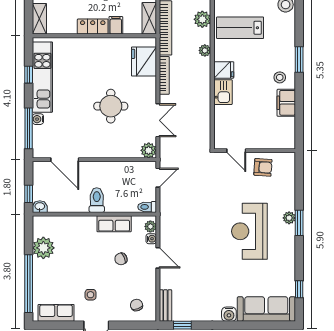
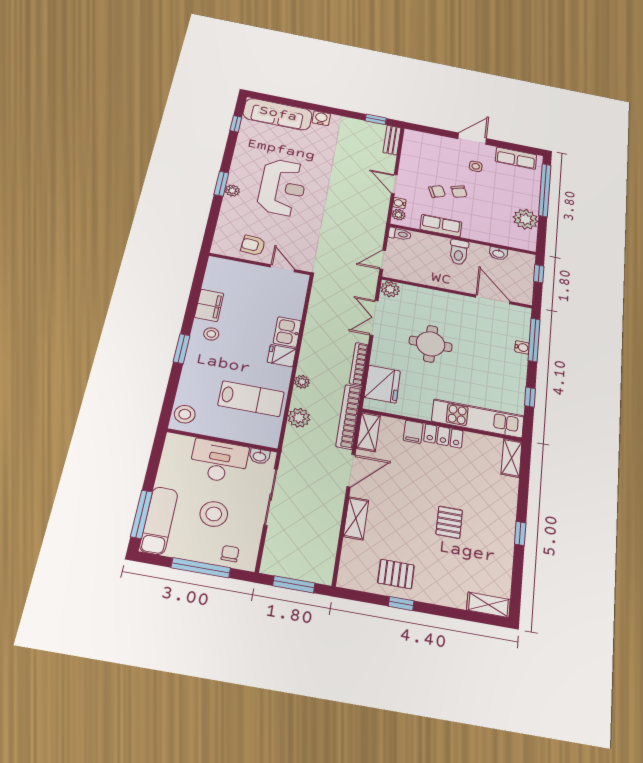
kitchen unit: (42, 77) -> (478, 418), moved, turned 90
washbasin: (40, 207) -> (498, 253), moved
chair: (137, 305) -> (459, 192), moved

